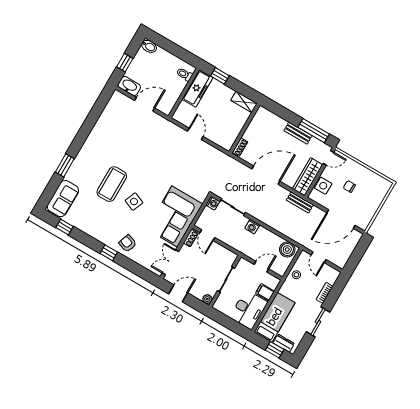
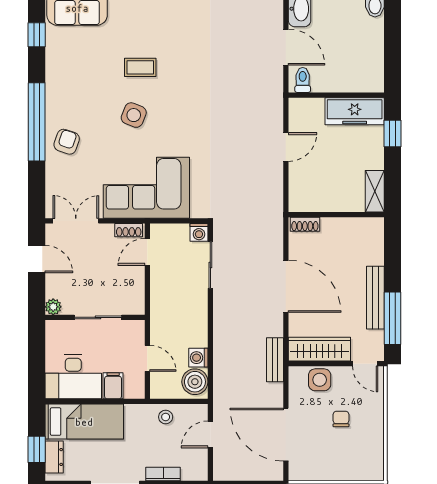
toilet: (184, 74) -> (303, 80), moved
bench: (298, 133) -> (375, 298), width x1.36
coffee table: (112, 184) -> (140, 67), width x0.54, depth x0.58
washing machine: (252, 227) -> (198, 358), moved
window: (109, 253) -> (37, 122), width x3.17

